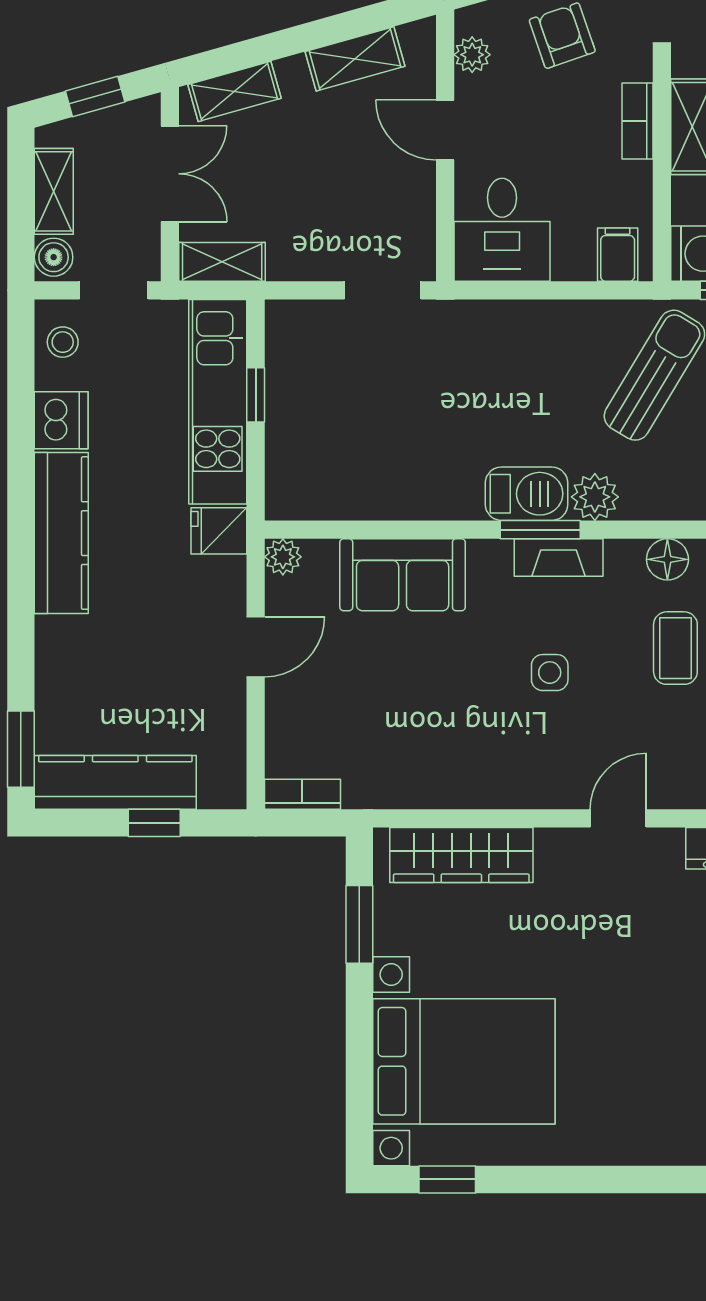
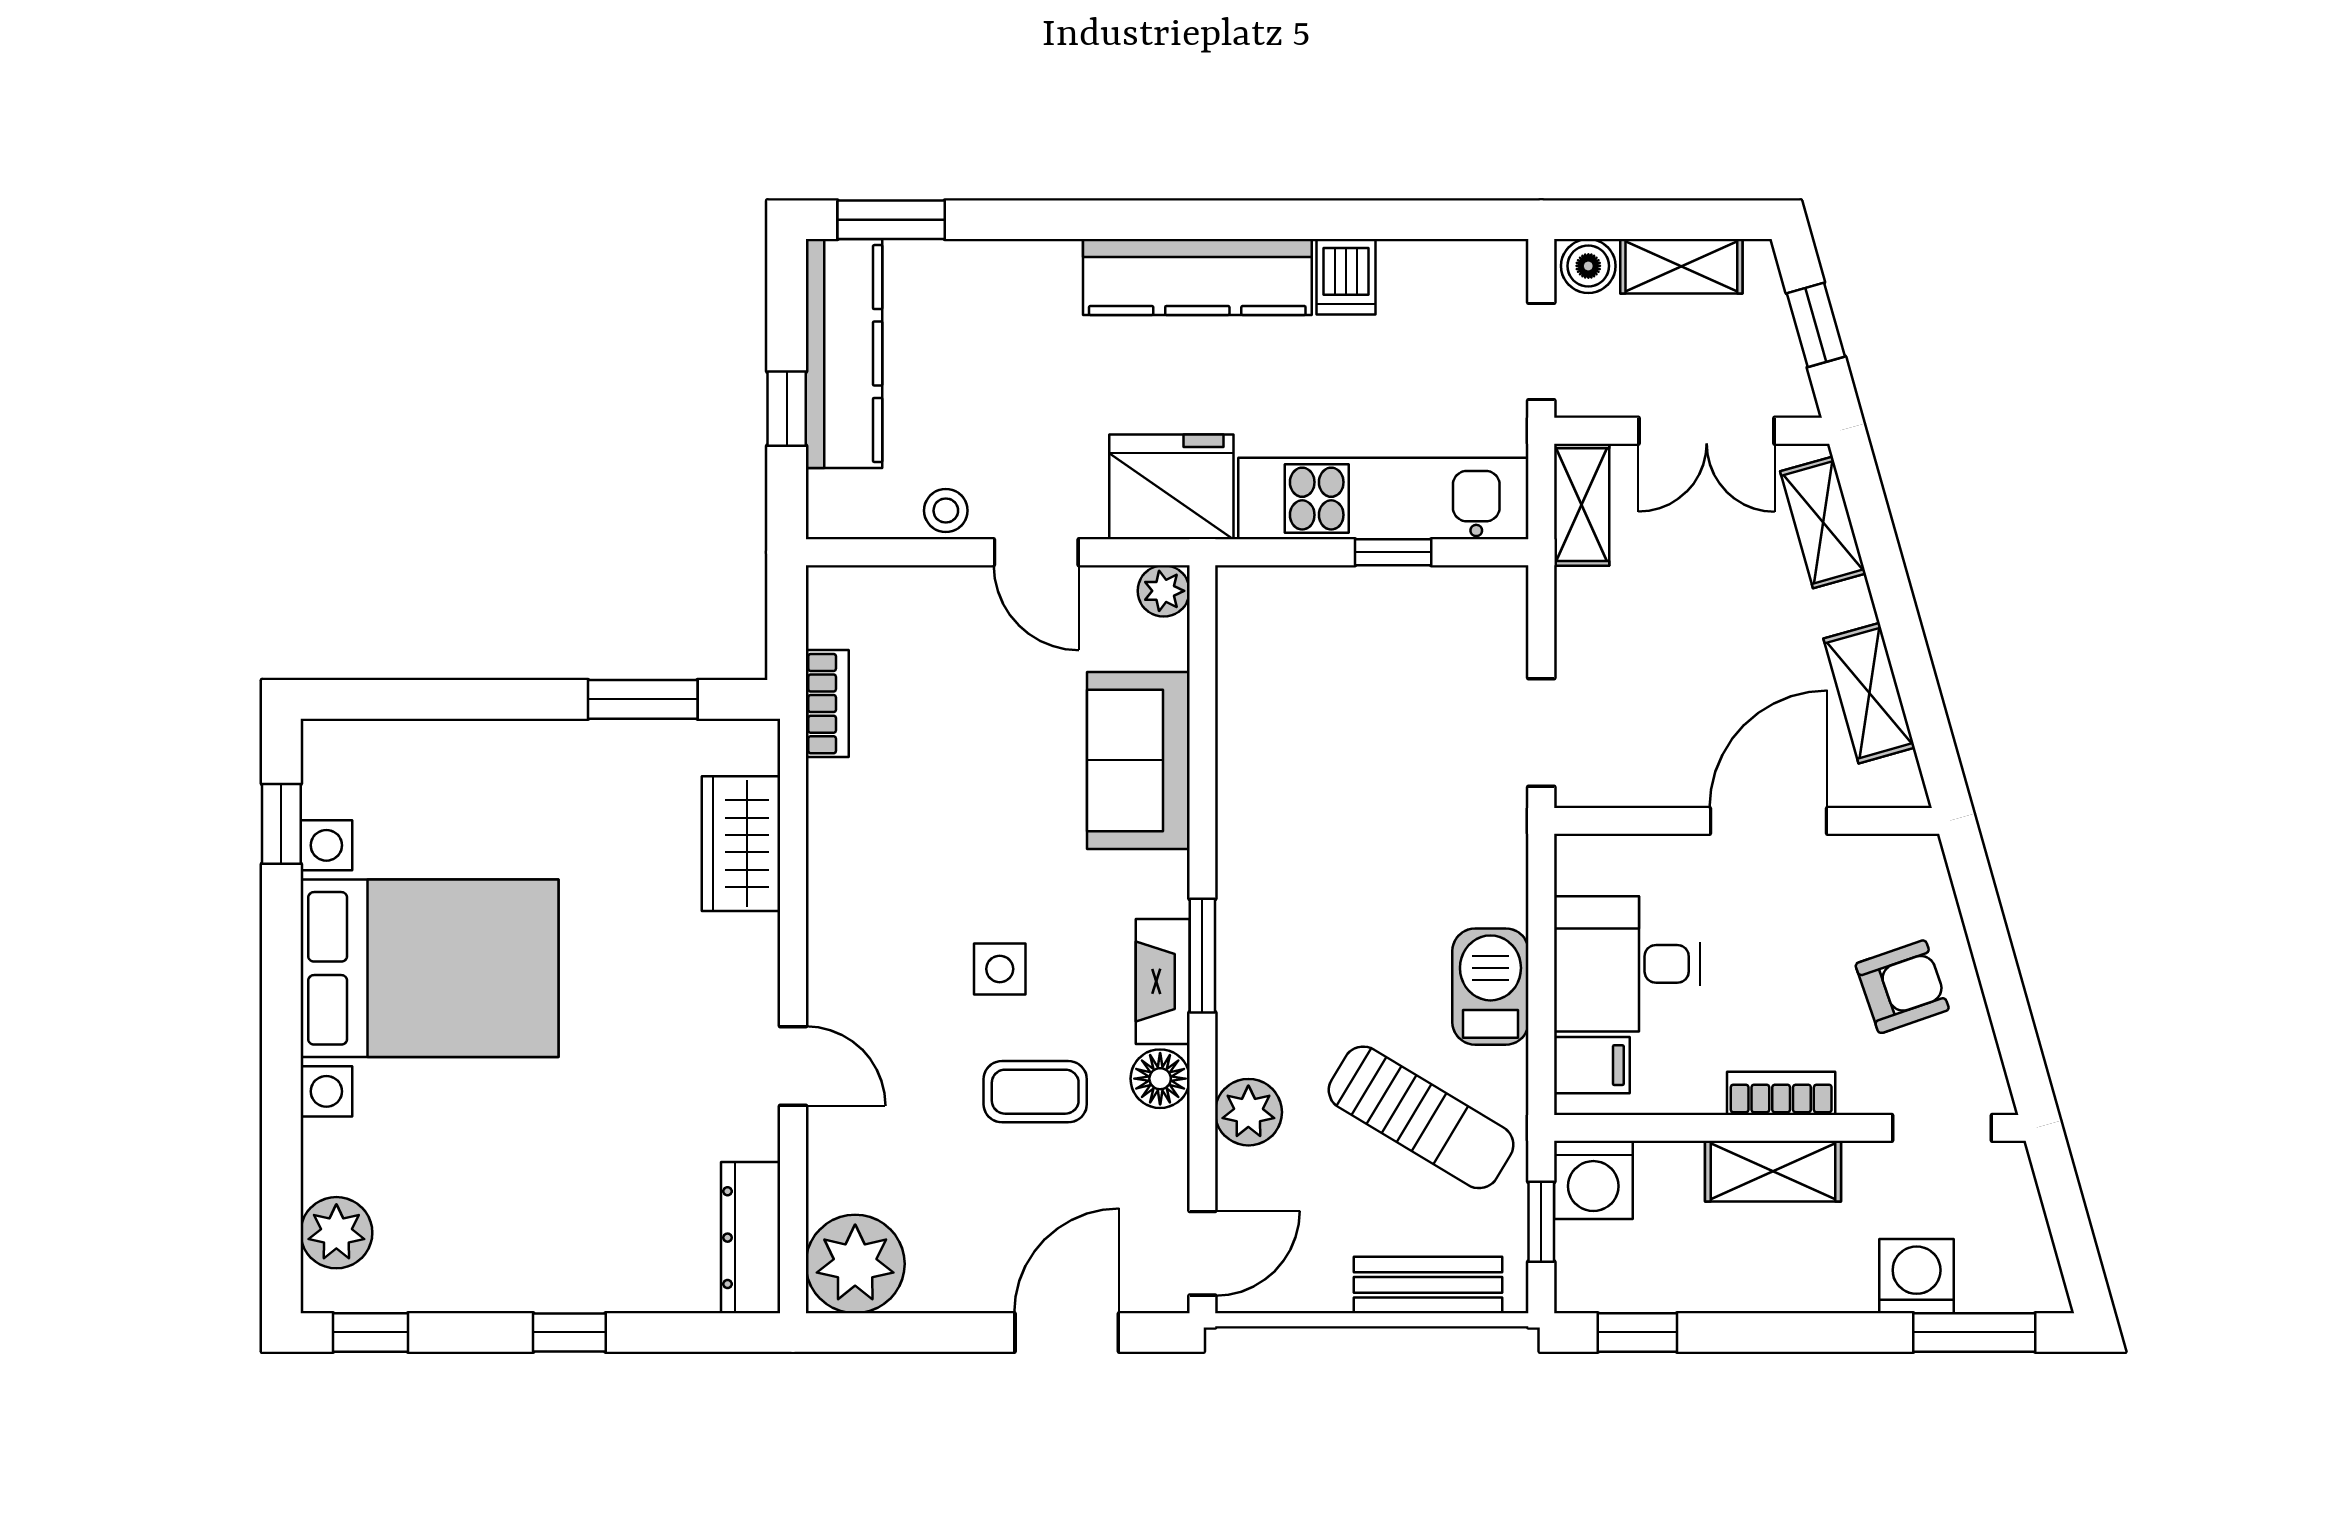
plant: (472, 55) -> (1875, 859), removed
door: (445, 130) -> (1769, 821), width x1.38
desk: (502, 230) -> (1627, 964), moved
stool: (63, 342) -> (946, 511), moved
dishwasher: (61, 420) -> (1346, 277), width x0.73
barbecue: (527, 494) -> (1490, 987), moved, turned 180
plant: (595, 497) -> (1248, 1112), moved
fridge: (219, 531) -> (1171, 487), width x1.88, depth x1.34
floor lamp: (667, 559) -> (1160, 1079), moved
coffee table: (675, 648) -> (1035, 1092), moved
bookcase: (302, 794) -> (827, 704), moved
wardrobe: (461, 855) -> (741, 844), width x0.67
bed with nightstands: (464, 1061) -> (429, 968), moved, turned -90

